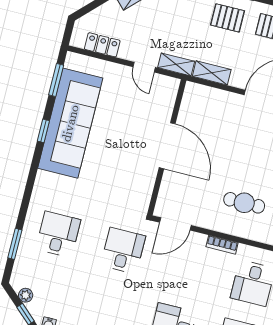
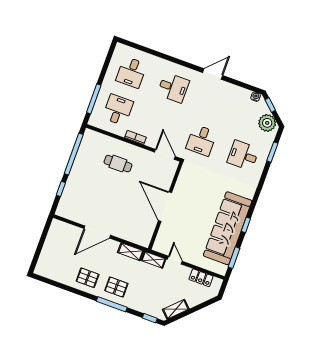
door: (175, 224) -> (165, 154), hinge flipped
desk: (58, 234) -> (243, 155), turned 90
plant: (26, 295) -> (267, 123), width x1.87, depth x1.87

